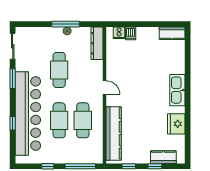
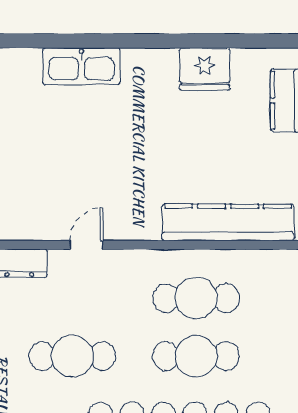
door: (105, 88) -> (86, 245), moved
kitchen sink: (177, 90) -> (81, 66), moved

